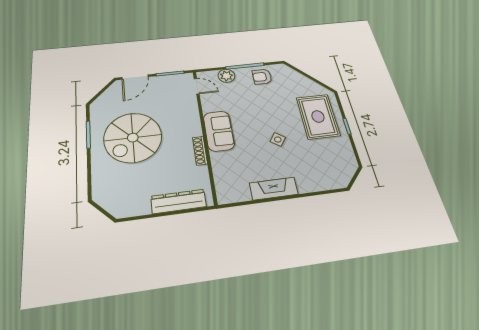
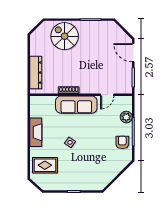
door: (197, 86) -> (107, 95), moved
rug: (318, 117) -> (45, 165), moved, width x0.73, depth x0.70
sofa: (219, 131) -> (76, 105), width x1.36
spiral stairs: (133, 138) -> (65, 36), moved, width x0.73, depth x0.73

